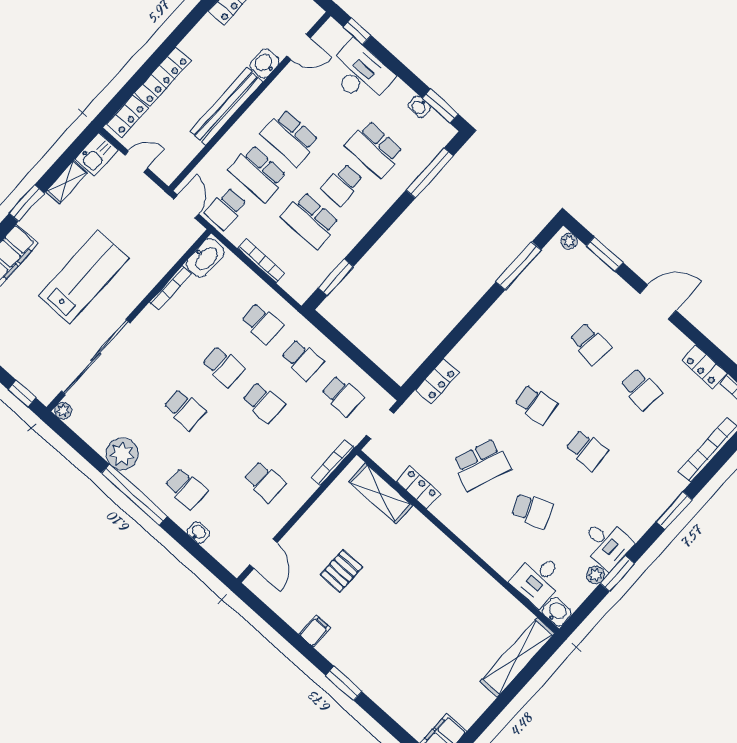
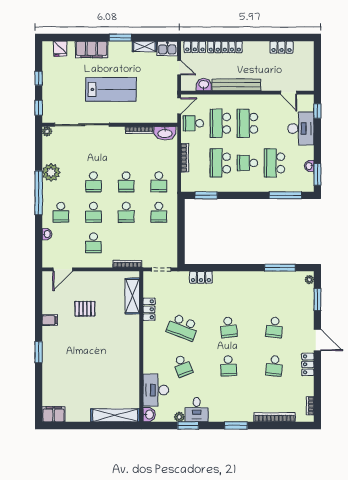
washbasin: (265, 63) -> (204, 85), moved
locker: (704, 367) -> (308, 364), moved
school desk: (342, 396) -> (93, 212), moved
desk: (538, 579) -> (156, 390), width x1.37

